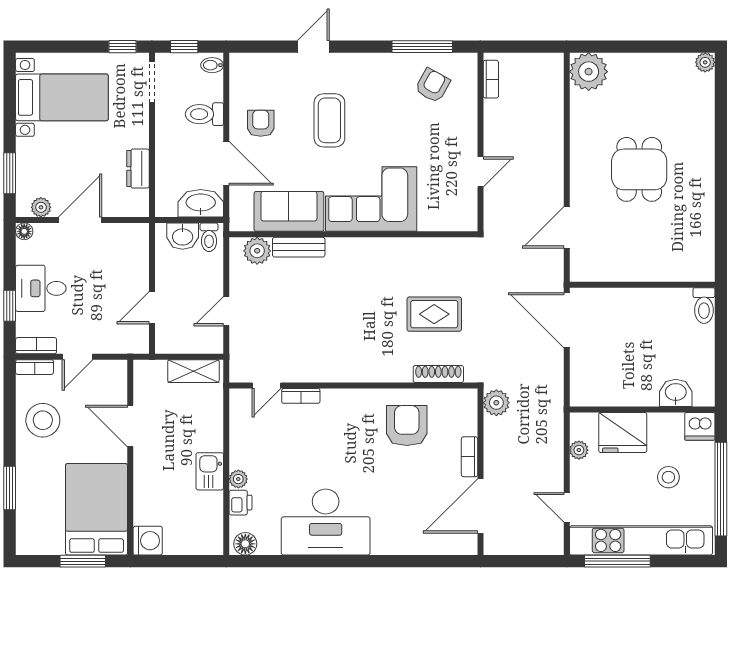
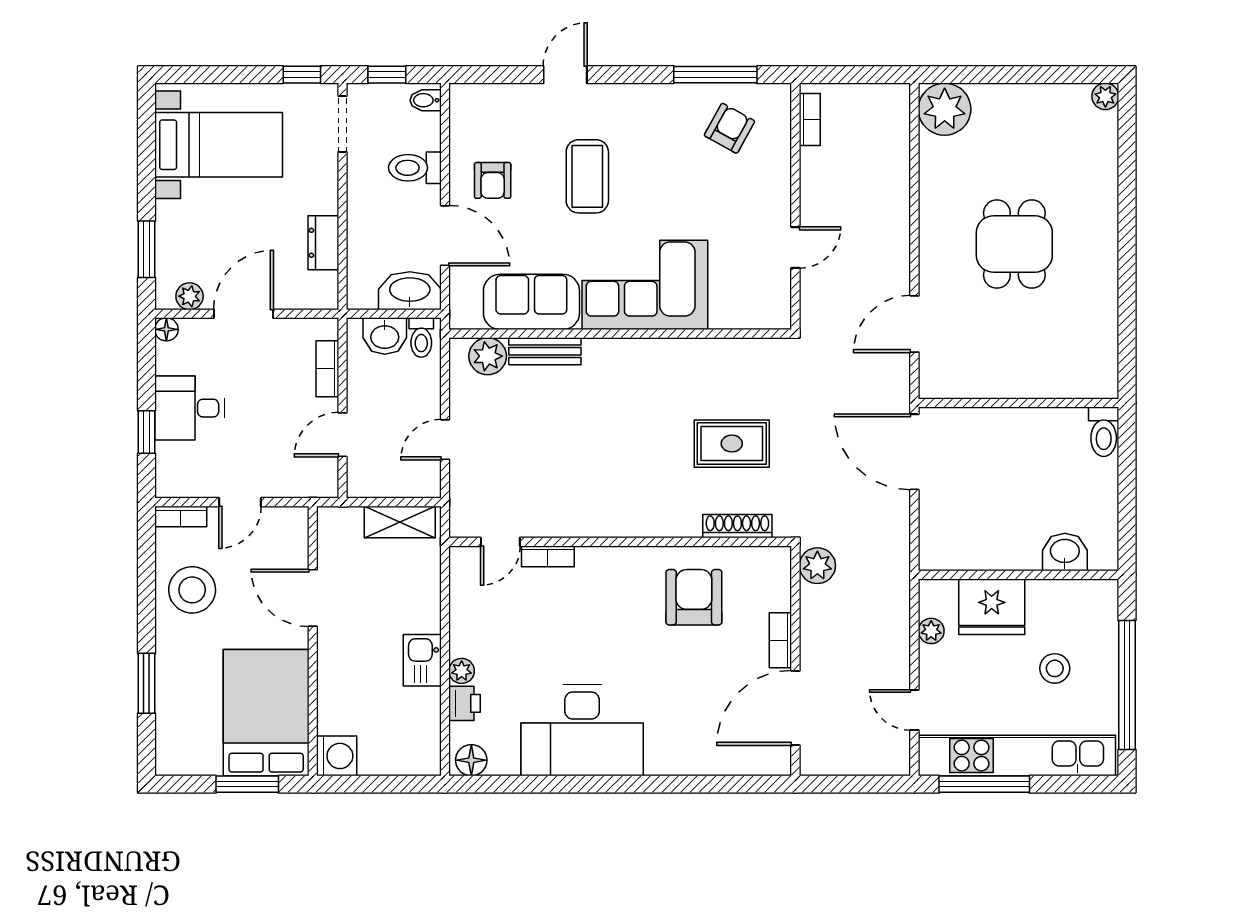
armchair: (261, 123) -> (493, 180), turned 180
bookcase: (36, 346) -> (327, 369), moved, turned -90
dishwasher: (700, 426) -> (1098, 598), removed

